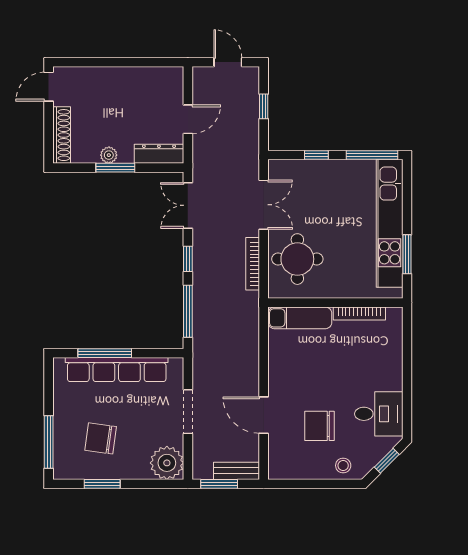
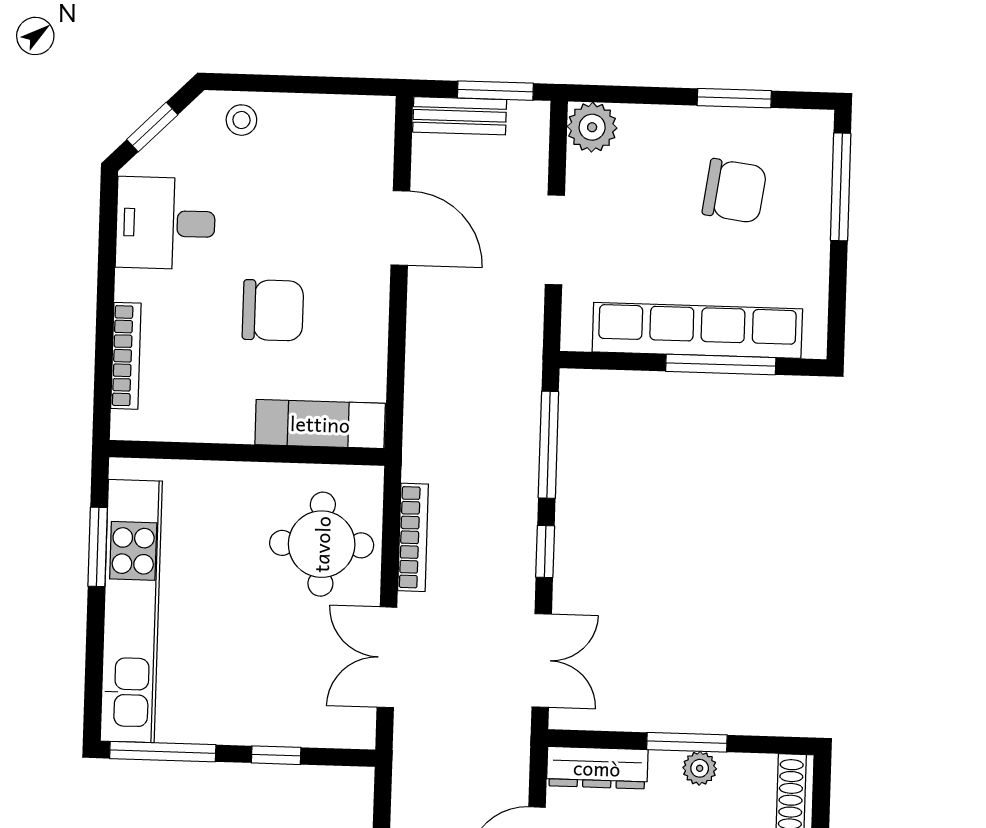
bookcase: (359, 313) -> (126, 356), moved, turned 90
chair: (320, 426) -> (273, 310), moved
plant: (167, 463) -> (592, 127), width x0.73, depth x0.73

